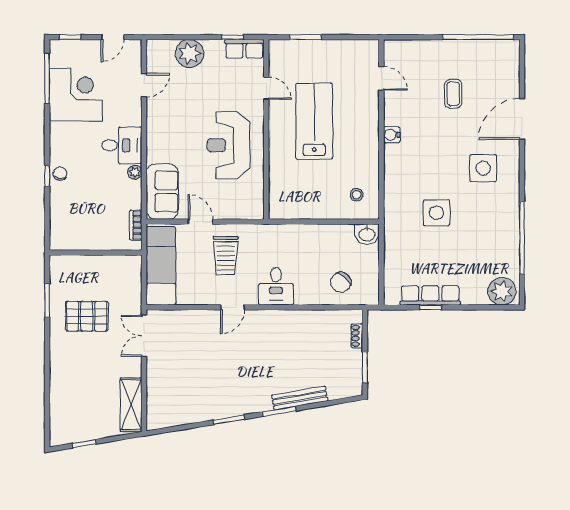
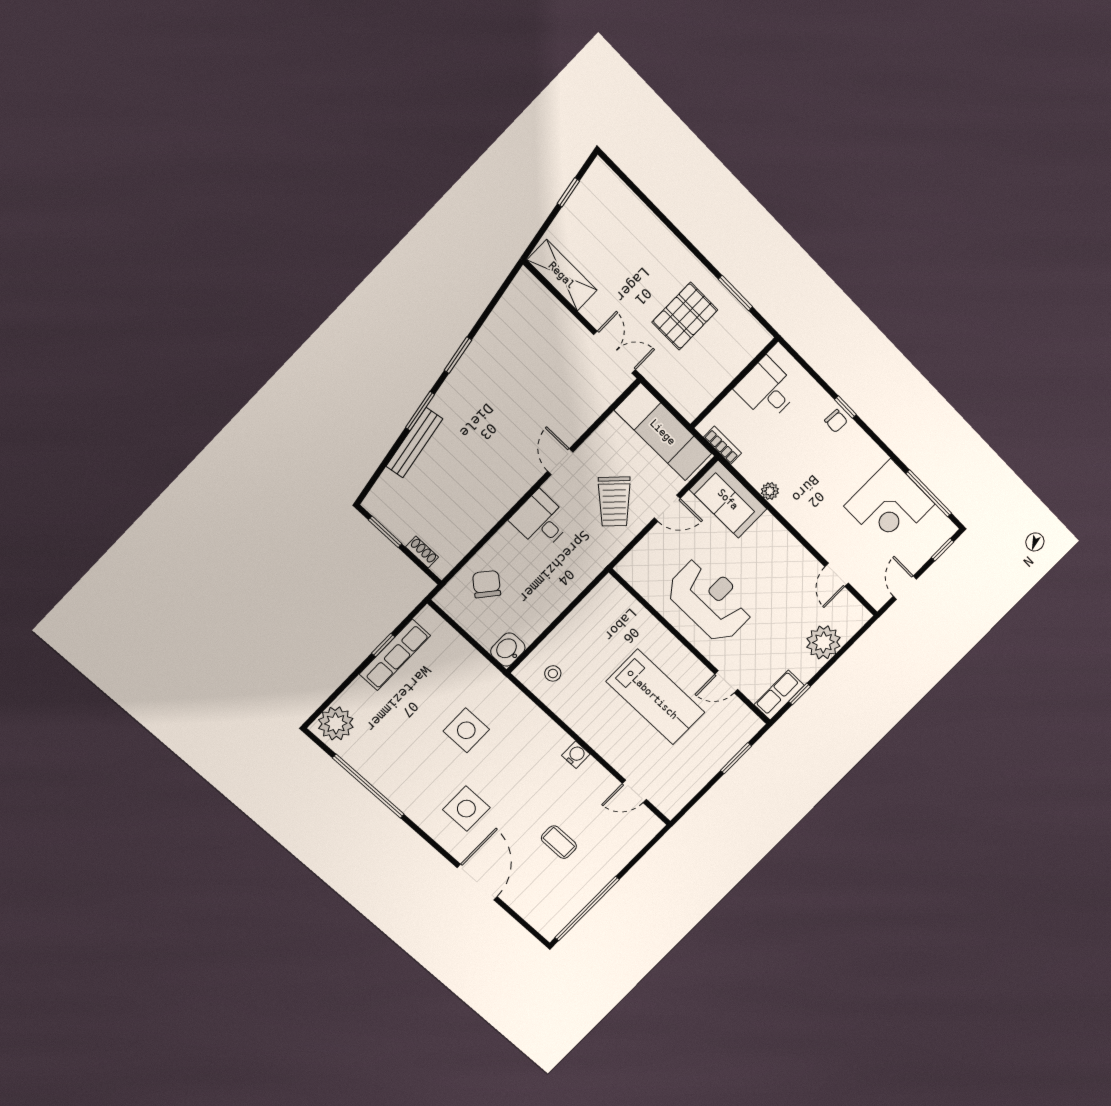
desk: (122, 145) -> (767, 390), moved, turned 90
trolley: (226, 255) -> (614, 502), turned -135

